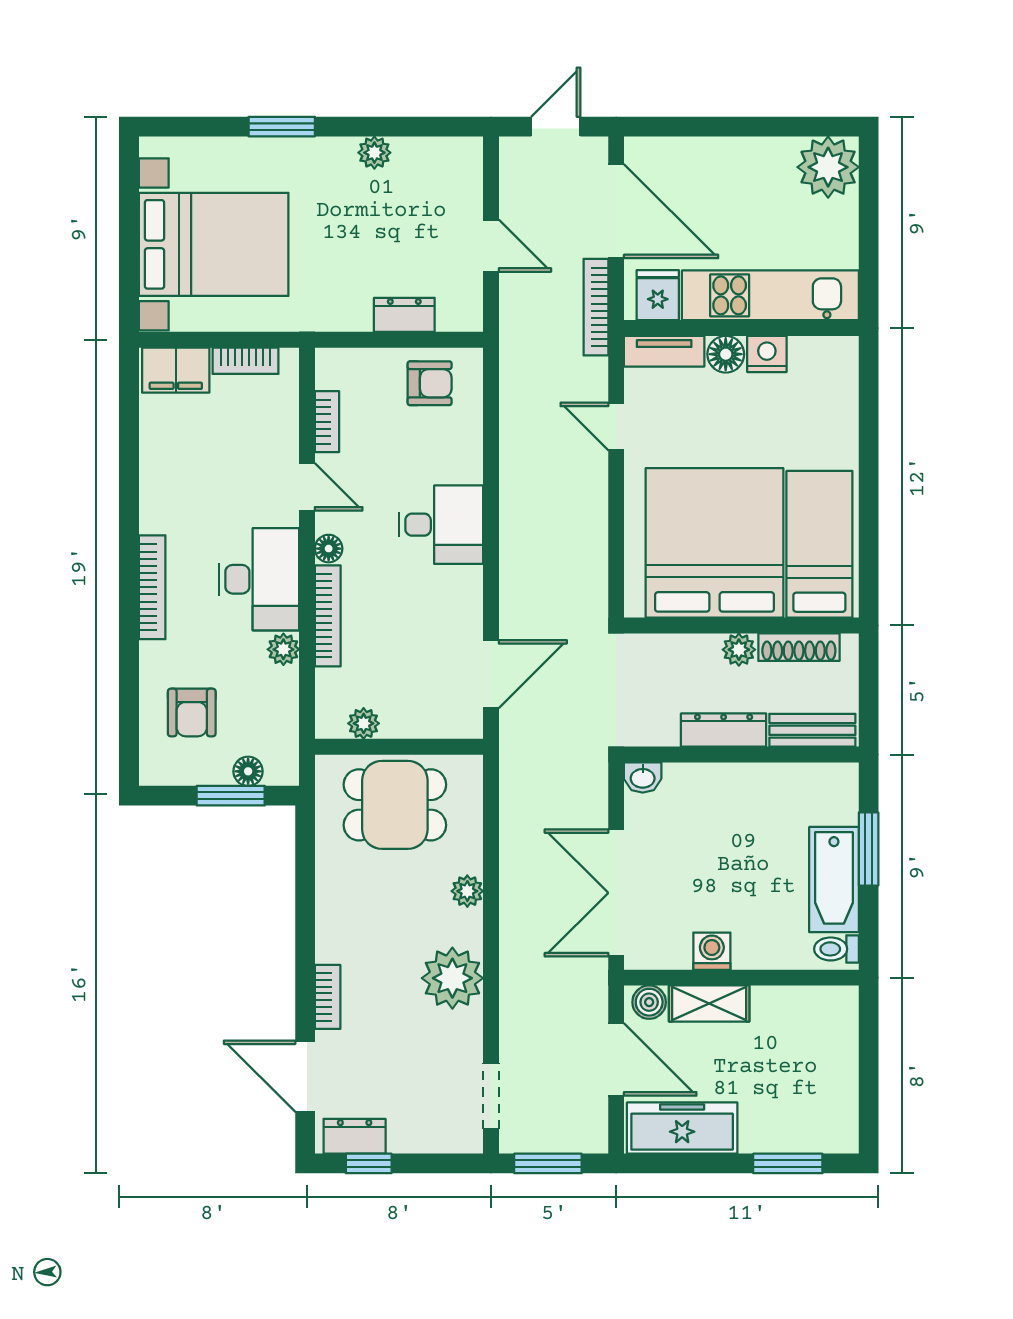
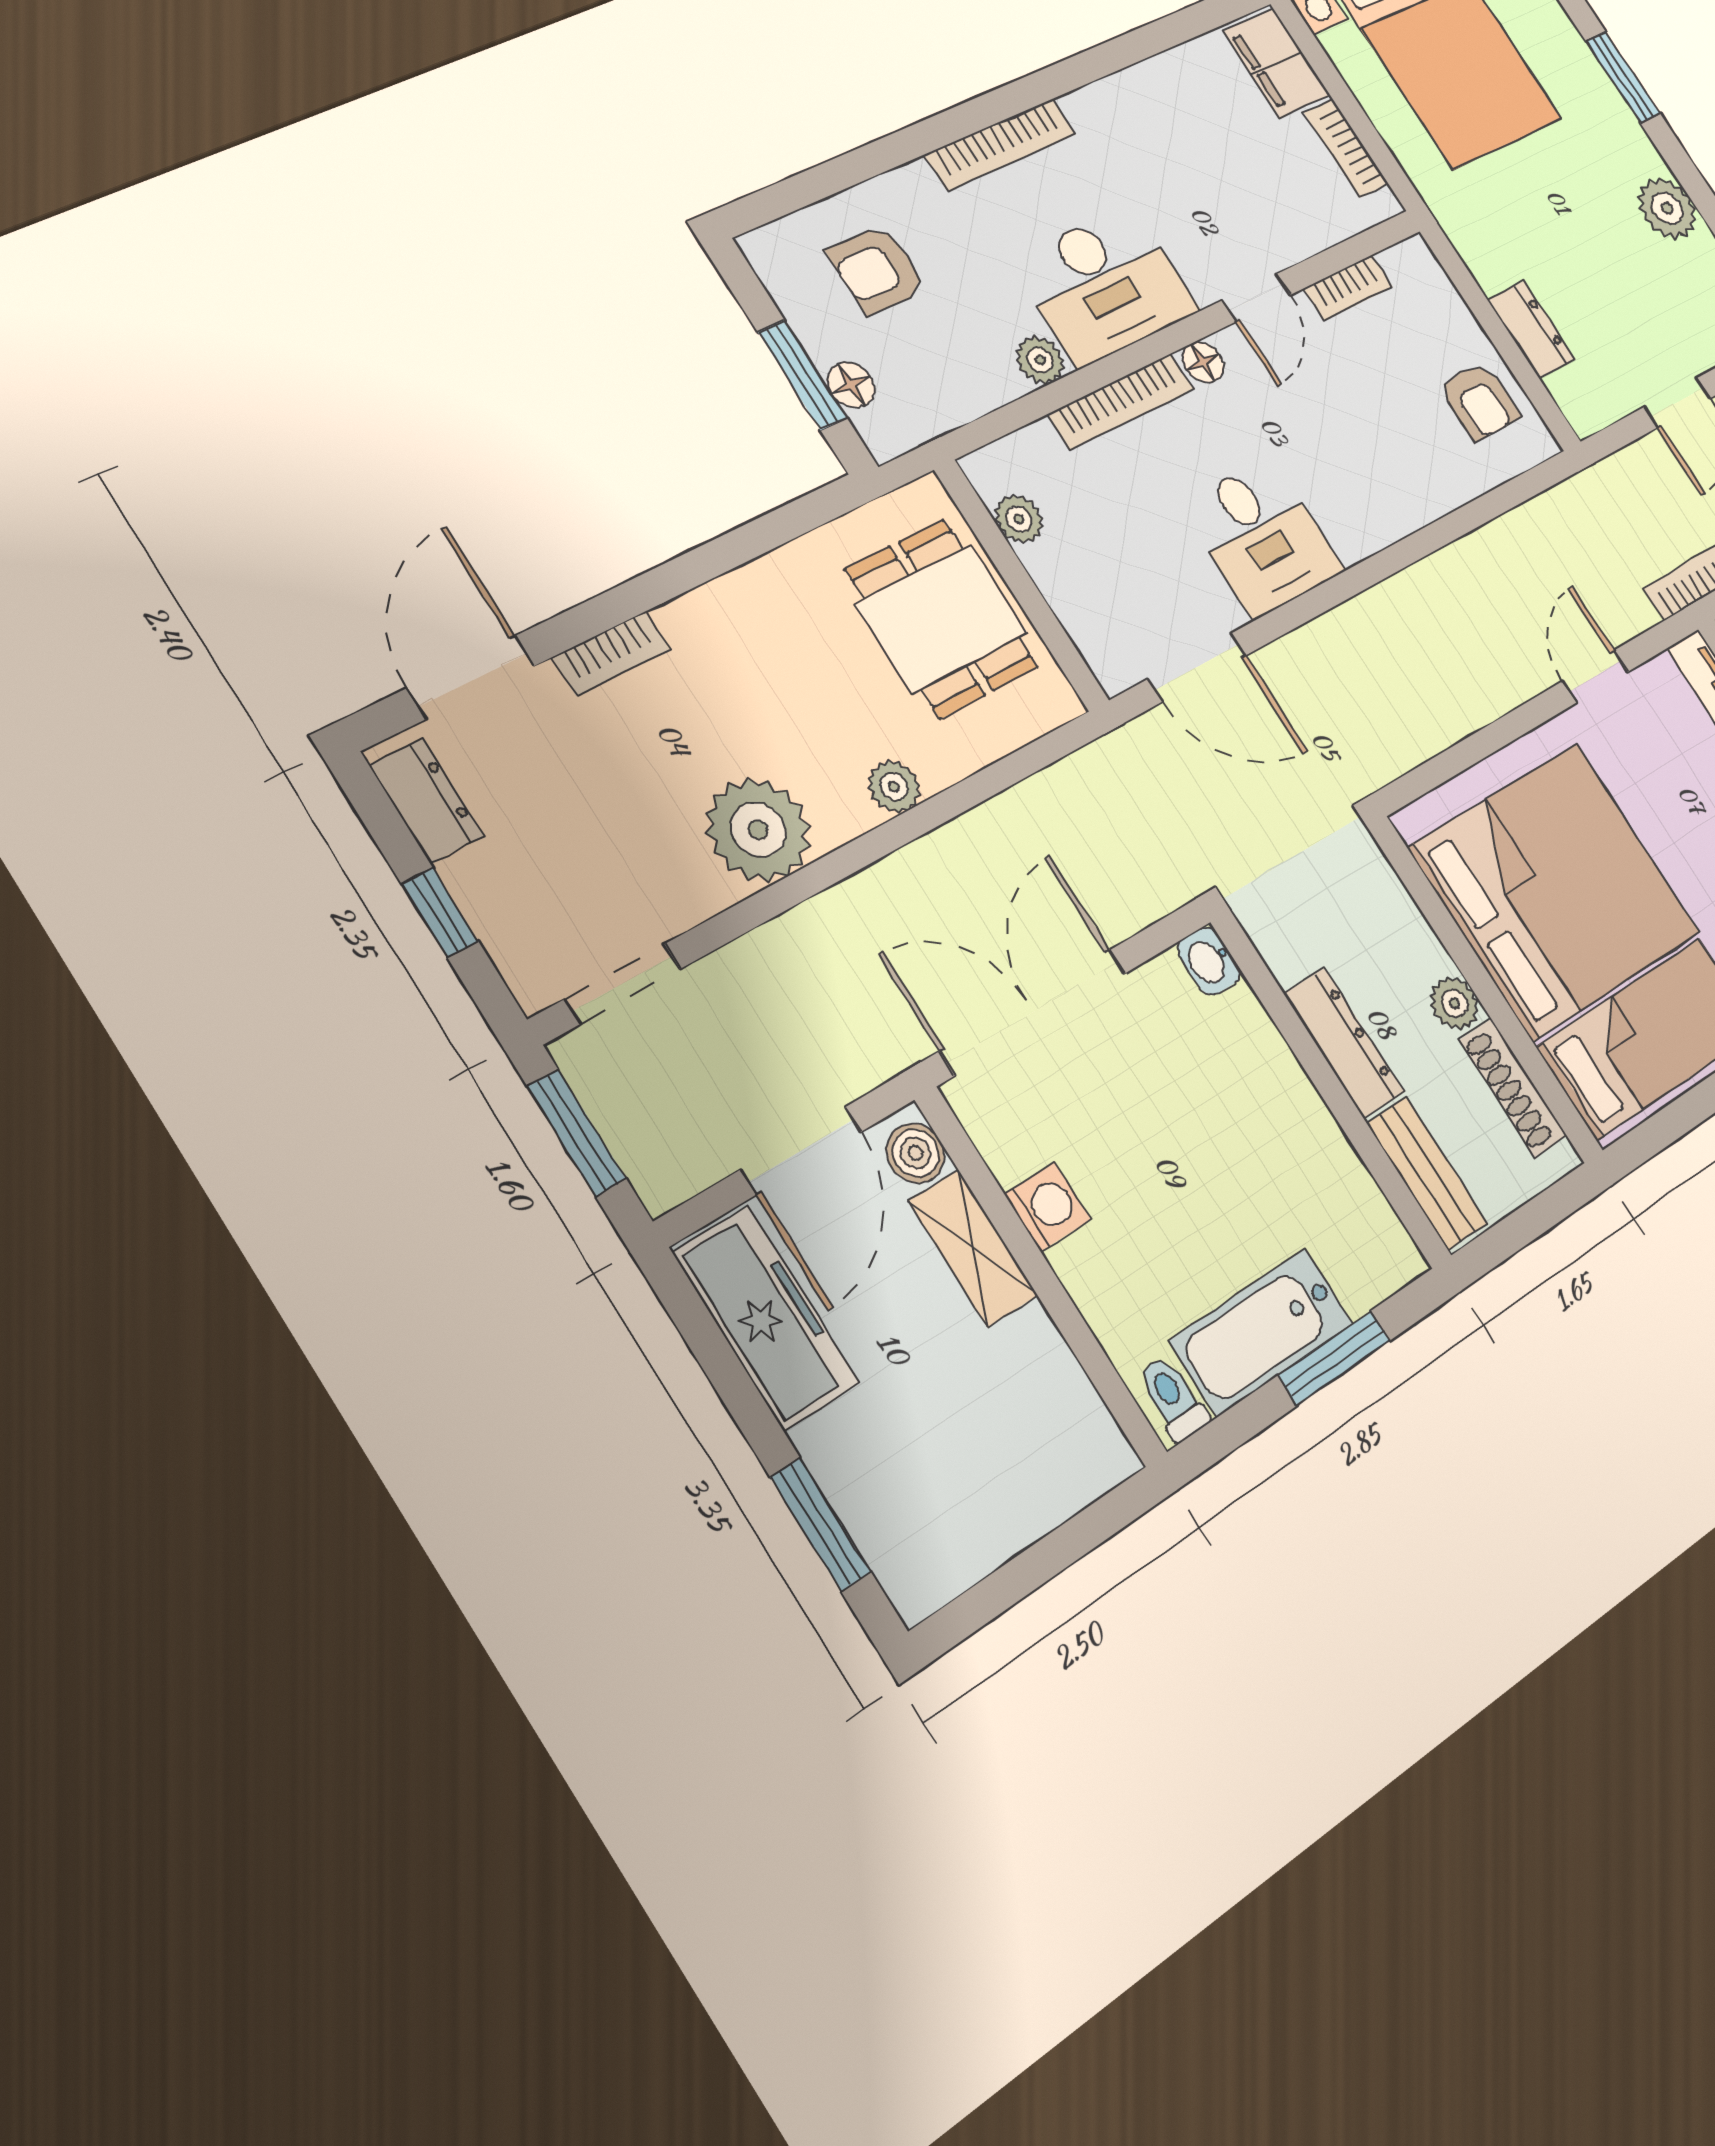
plant: (374, 153) -> (1667, 208), width x1.38, depth x1.38
desk: (441, 525) -> (1262, 537), moved
window: (369, 1163) -> (440, 913), moved

